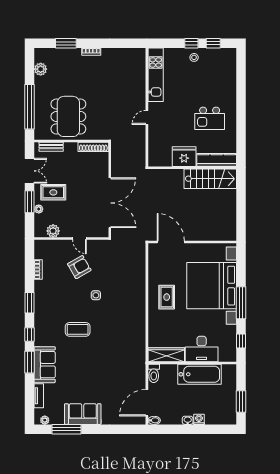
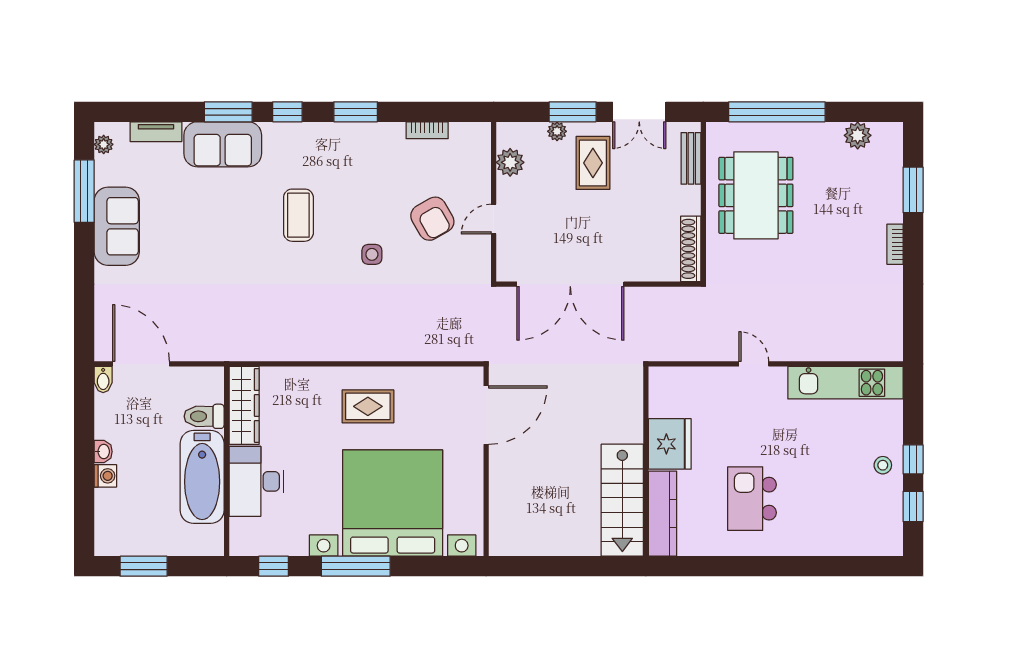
dining table: (68, 116) -> (756, 195), turned 90
toilet: (154, 373) -> (204, 416), moved

